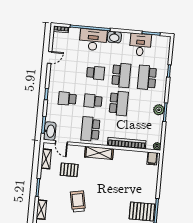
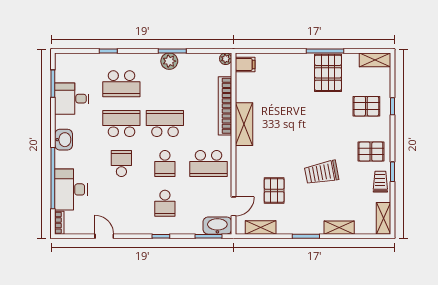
desk: (93, 40) -> (71, 189), moved
shelving: (99, 153) -> (244, 124), moved

